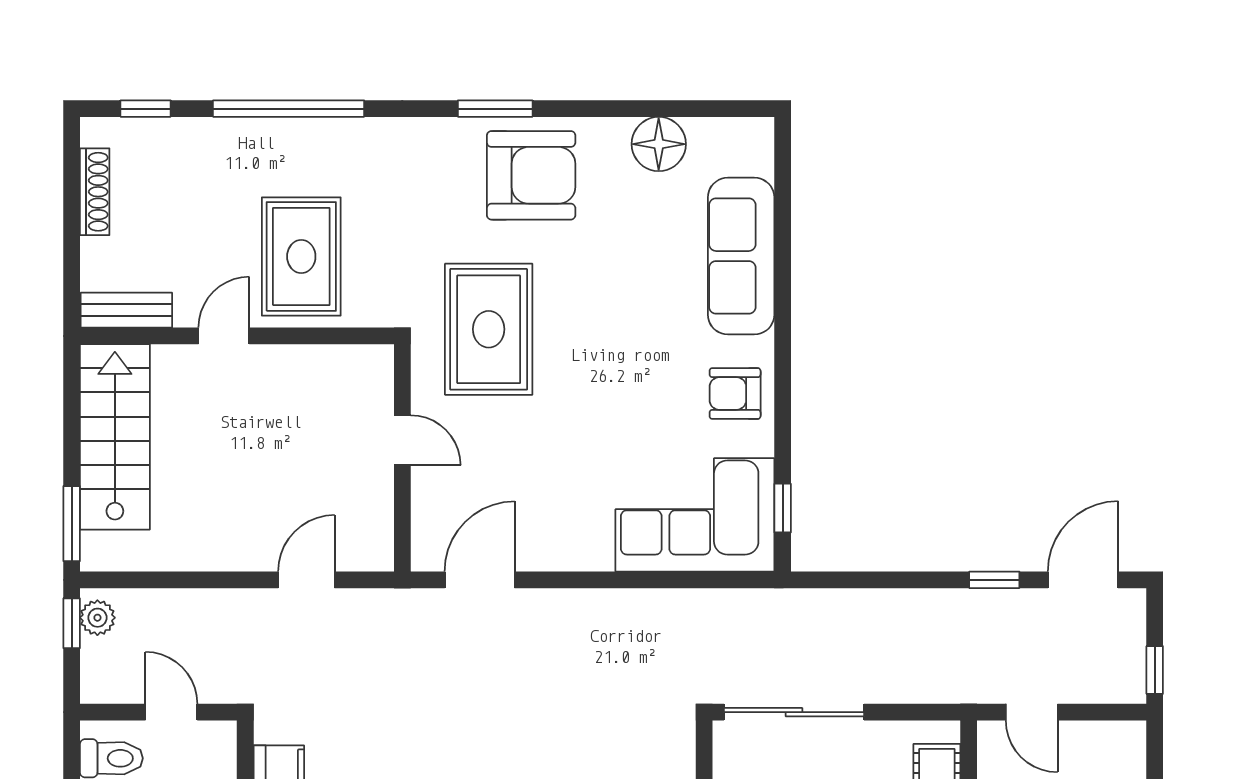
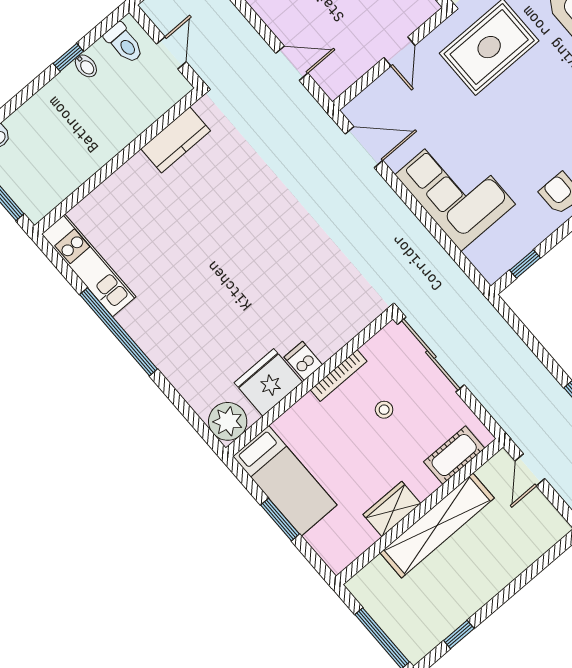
corner sofa: (695, 515) -> (455, 189), moved

